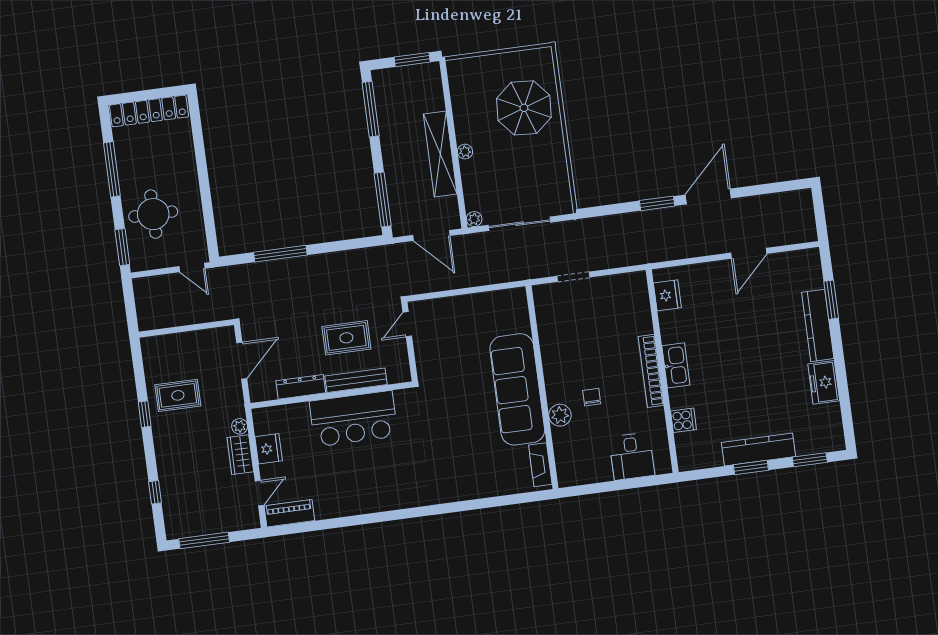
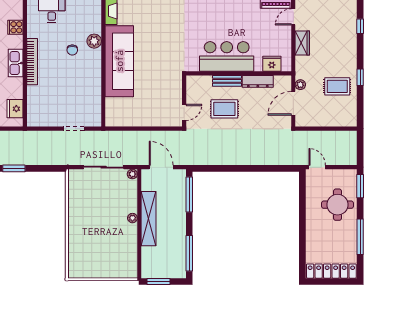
parasol: (524, 108) -> (91, 241), removed
window: (280, 254) -> (259, 168), removed
bench: (356, 380) -> (227, 81), width x0.73
plant: (240, 426) -> (300, 85), moved
fridge: (269, 449) -> (272, 64), moved, turned 90

